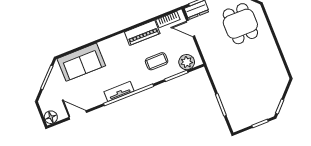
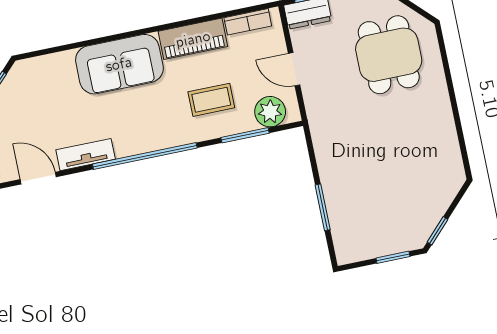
door: (191, 28) -> (294, 69), moved
sofa: (81, 62) -> (119, 64), moved
tv unit: (119, 91) -> (86, 155), moved

